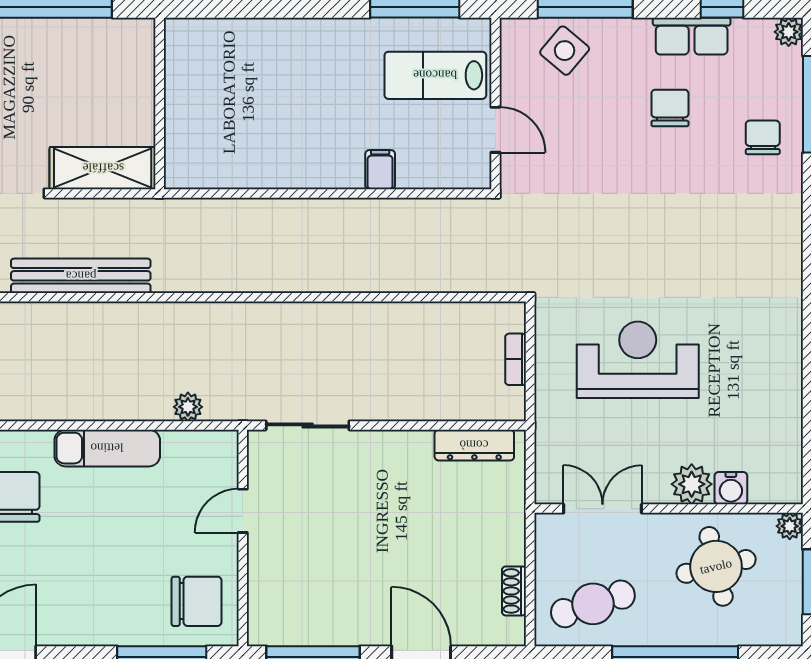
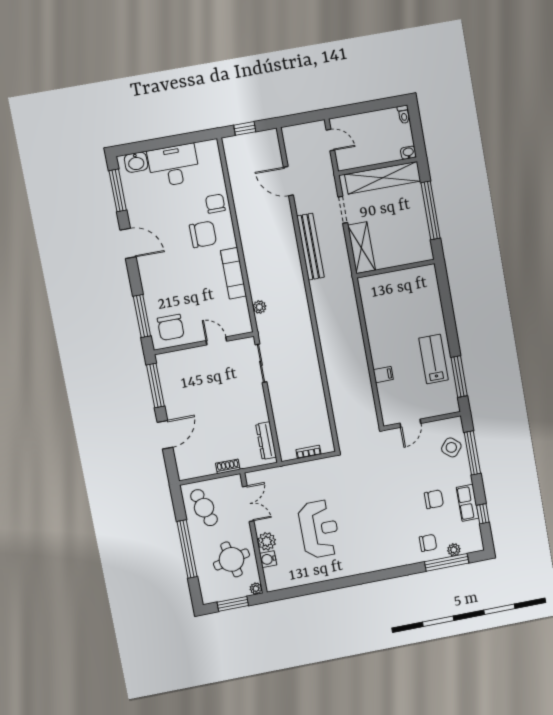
plant: (789, 32) -> (454, 550), moved
lab bench: (435, 75) -> (434, 359), moved
reception desk: (638, 360) -> (319, 529), moved
shoe rack: (514, 591) -> (228, 466), moved

